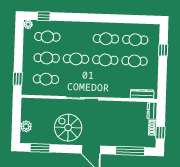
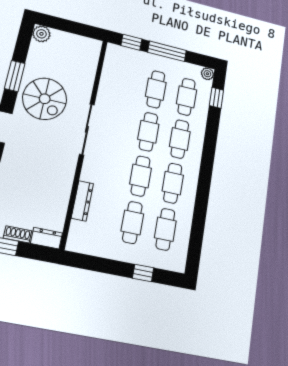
window: (19, 54) -> (167, 51), added
cafe table: (46, 79) -> (180, 139), moved
dresser: (142, 94) -> (82, 201), moved
plant: (26, 126) -> (41, 34), moved
spiral stairs: (68, 128) -> (45, 99), turned 90
window: (40, 148) -> (15, 76), moved

